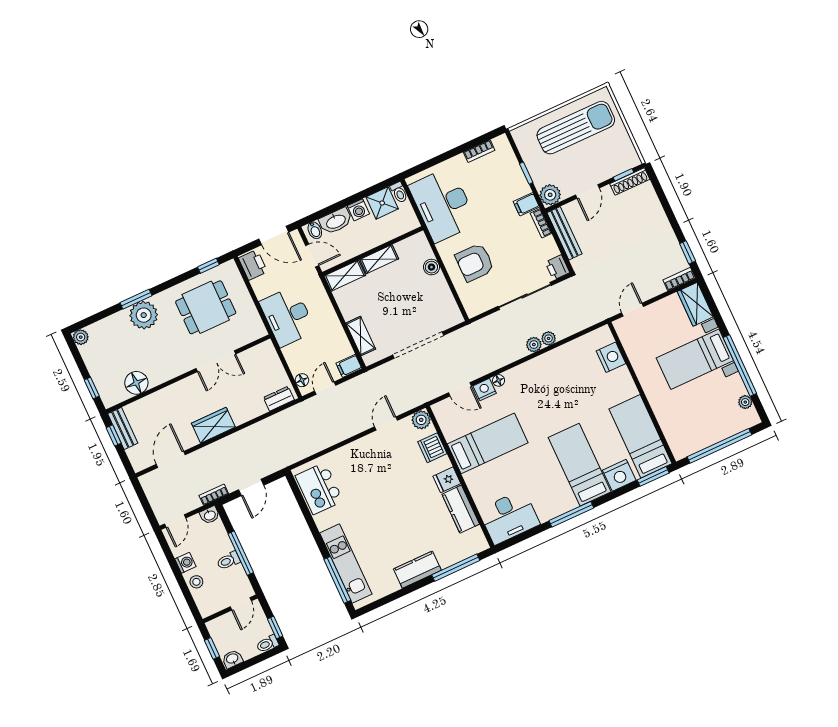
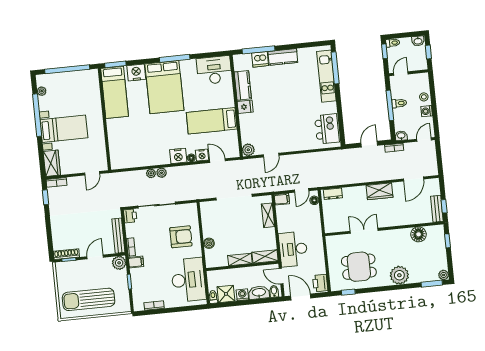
window: (136, 299) -> (432, 284), moved
desk: (287, 317) -> (293, 249), moved, turned 180
nightstand: (611, 357) -> (178, 156), moved, turned -90
dishwasher: (432, 448) -> (260, 59), moved, turned 90
bed: (580, 465) -> (164, 87), width x1.50

